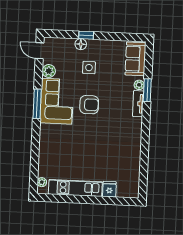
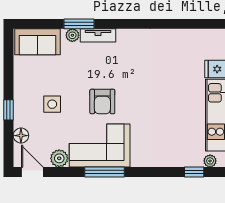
floor lamp: (81, 44) -> (21, 136), moved
door: (40, 51) -> (32, 172), swing flipped
armchair: (89, 105) -> (102, 102), turned 180
window: (34, 170) -> (194, 172), added

